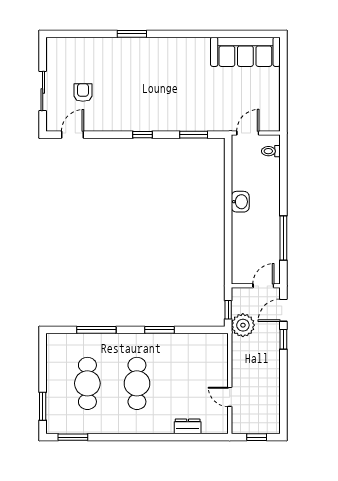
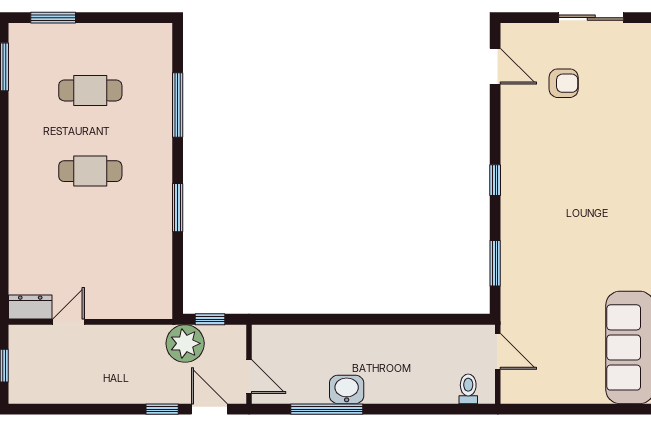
sliding door: (43, 91) -> (591, 18), moved
washbasin: (240, 202) -> (347, 389), moved, turned 180
cafe table: (87, 383) -> (90, 90), width x0.73, depth x0.74
cafe table: (137, 383) -> (90, 171), width x0.73, depth x0.74
dresser: (188, 426) -> (30, 307), moved, turned -90

